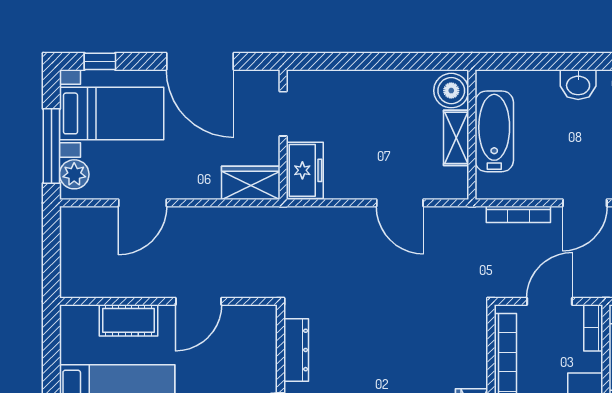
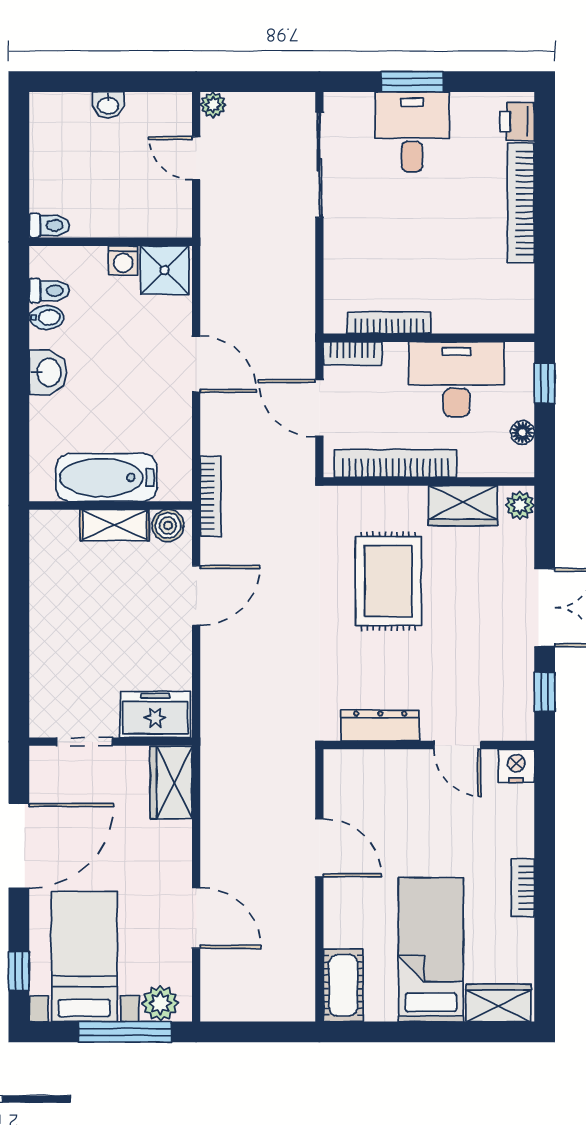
boiler: (451, 91) -> (168, 525), moved, width x0.73, depth x0.73
bookcase: (518, 214) -> (211, 496), moved
cot: (128, 320) -> (343, 985), moved
rug: (411, 356) -> (388, 581), added

